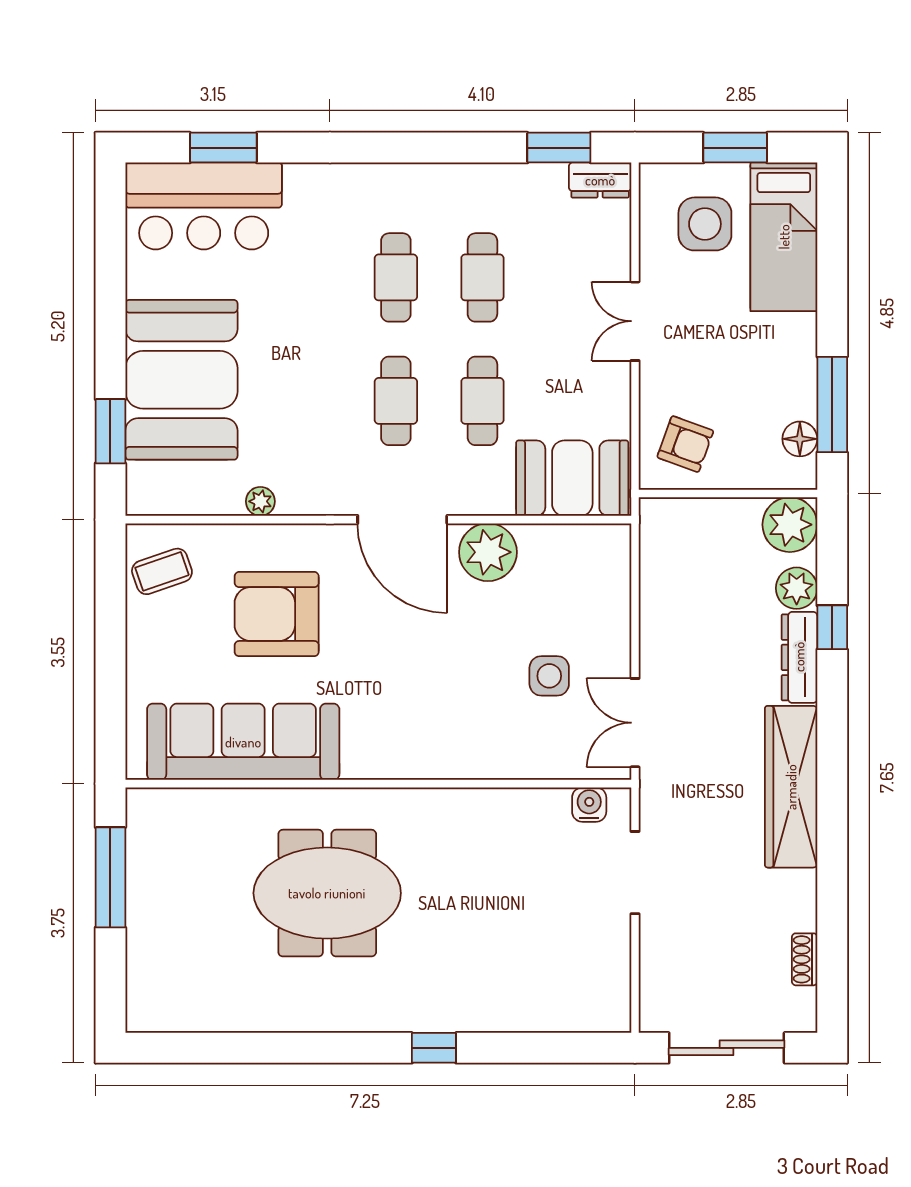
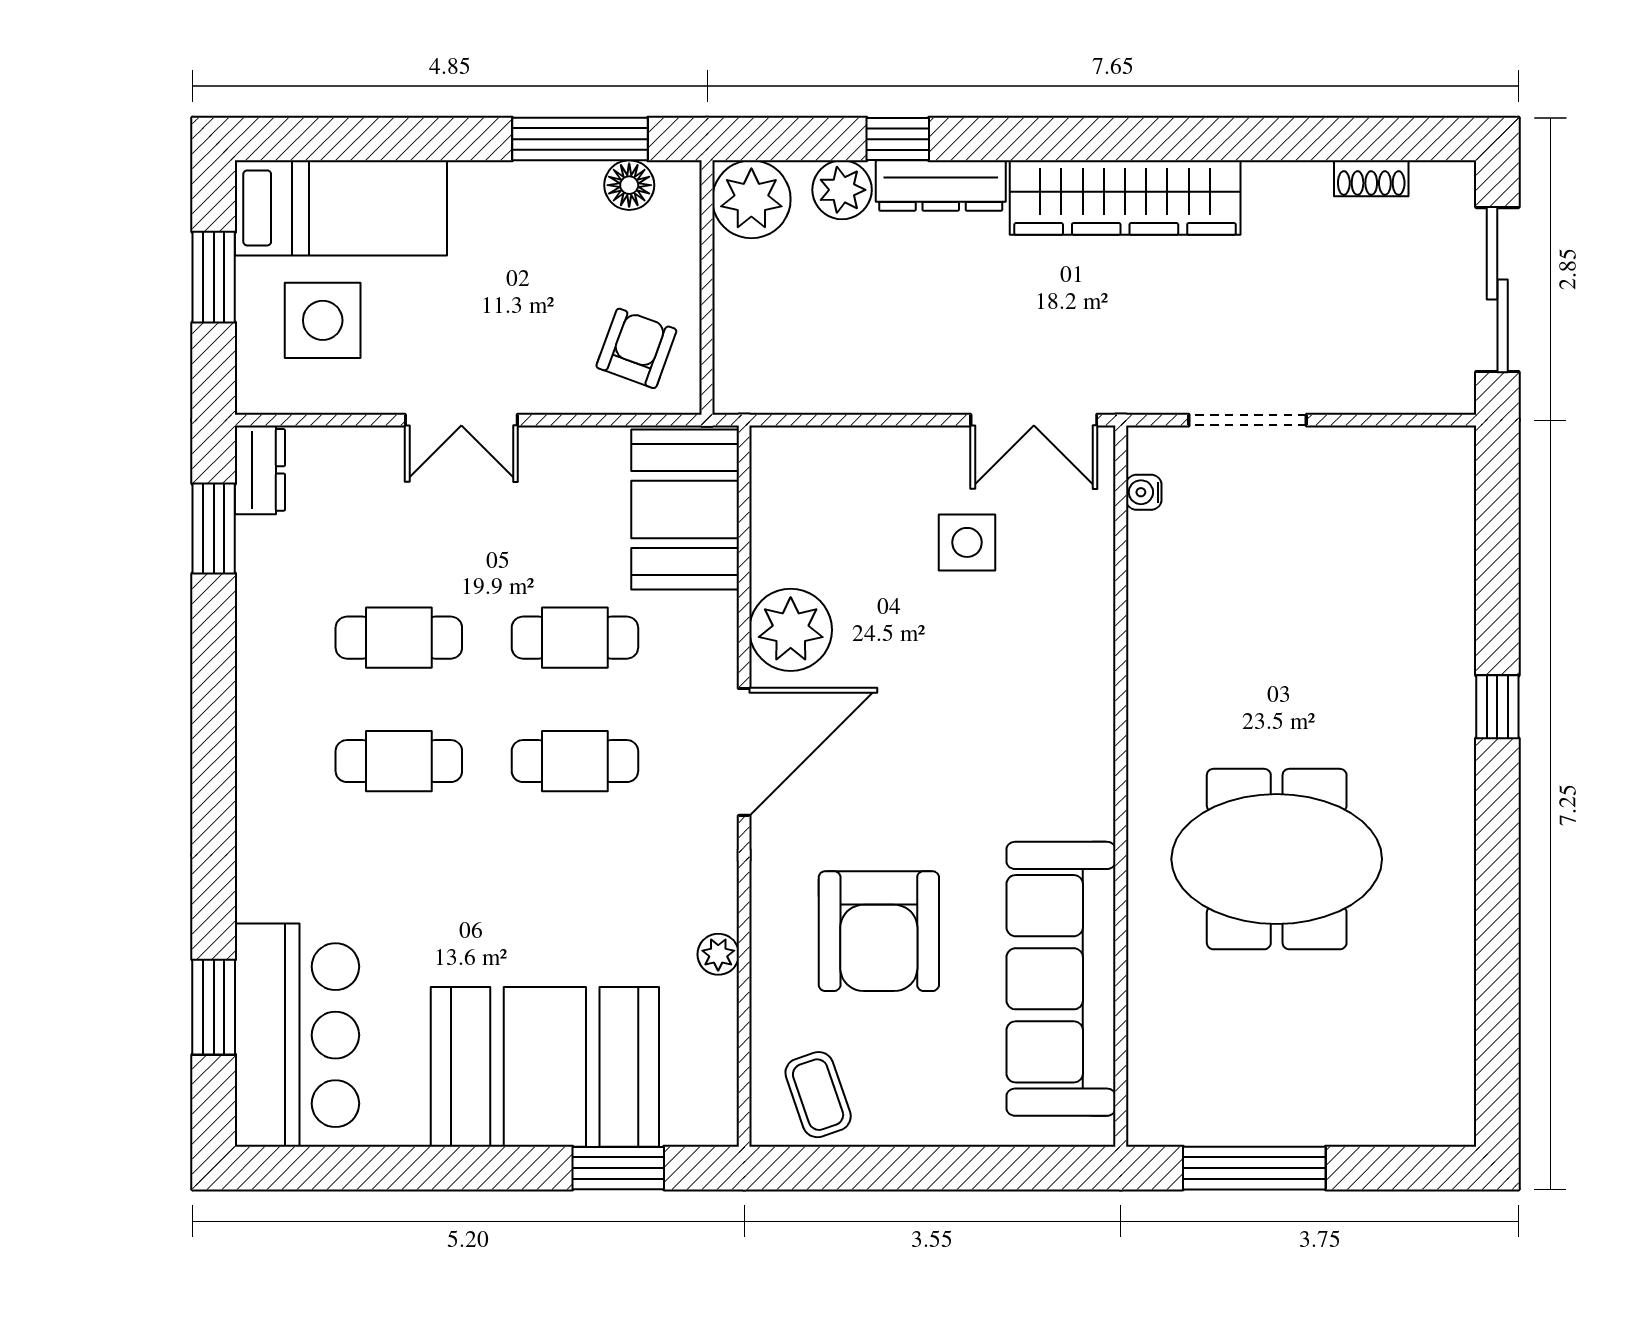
water cooler: (589, 805) -> (1144, 492), width x0.72, depth x0.72
meeting table: (327, 893) -> (1277, 859), turned 90

